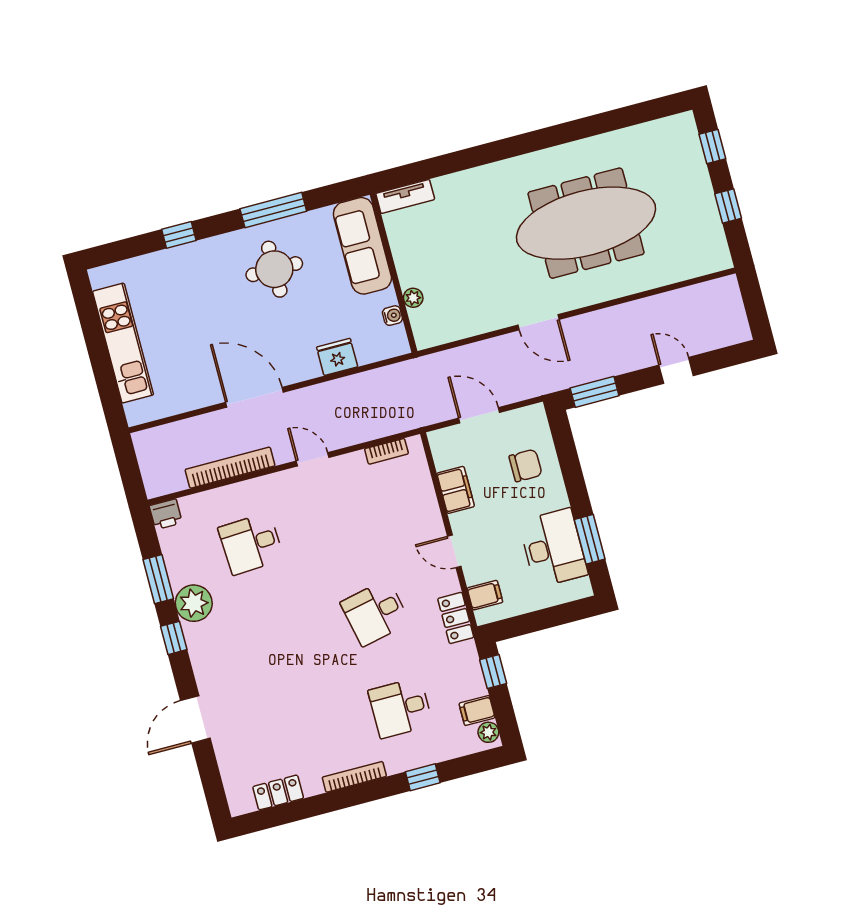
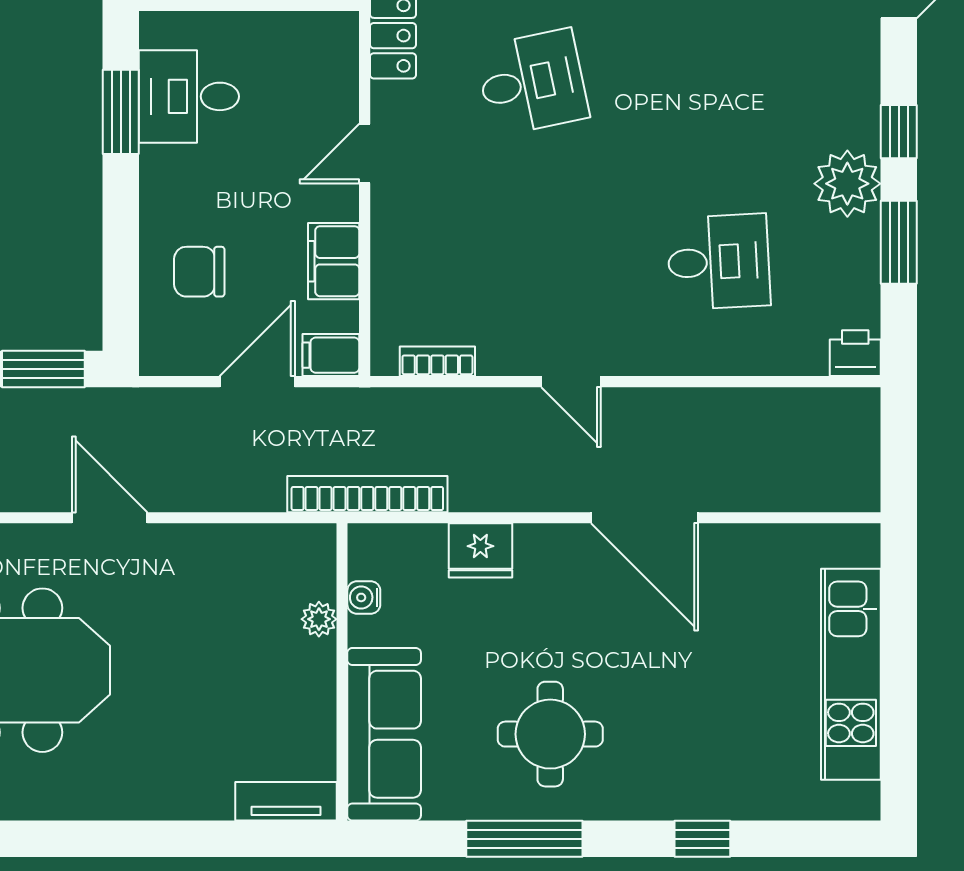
door: (479, 415) -> (257, 382), swing flipped
bookcase: (230, 468) -> (367, 494), moved, turned 180
desk: (553, 548) -> (189, 96), width x0.73
door: (454, 551) -> (365, 154), swing flipped
filing cabinet: (485, 595) -> (331, 355), moved

